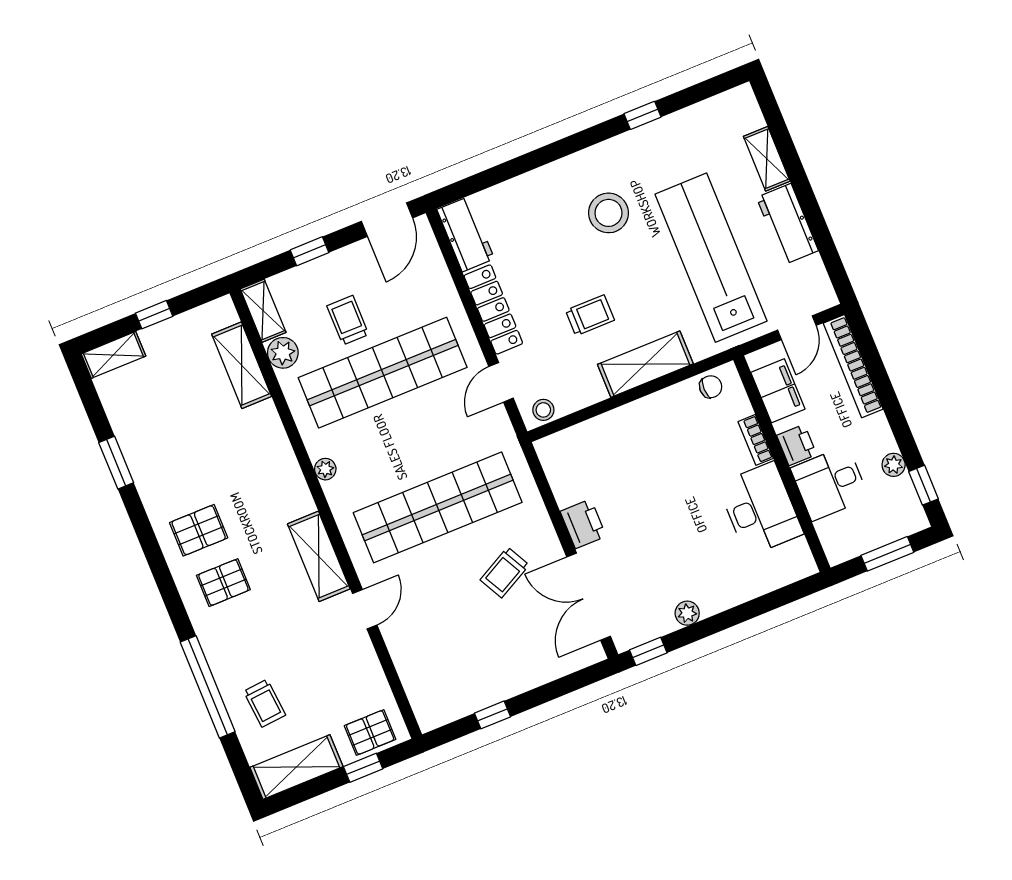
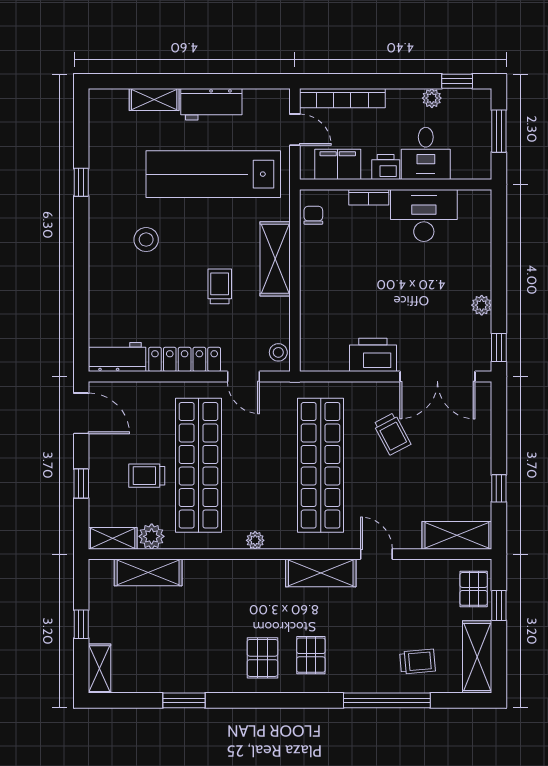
stool: (608, 213) -> (146, 240), width x0.73, depth x0.73
printer: (583, 524) -> (373, 355), width x1.37, depth x1.19
shelving: (422, 690) -> (457, 535), added

